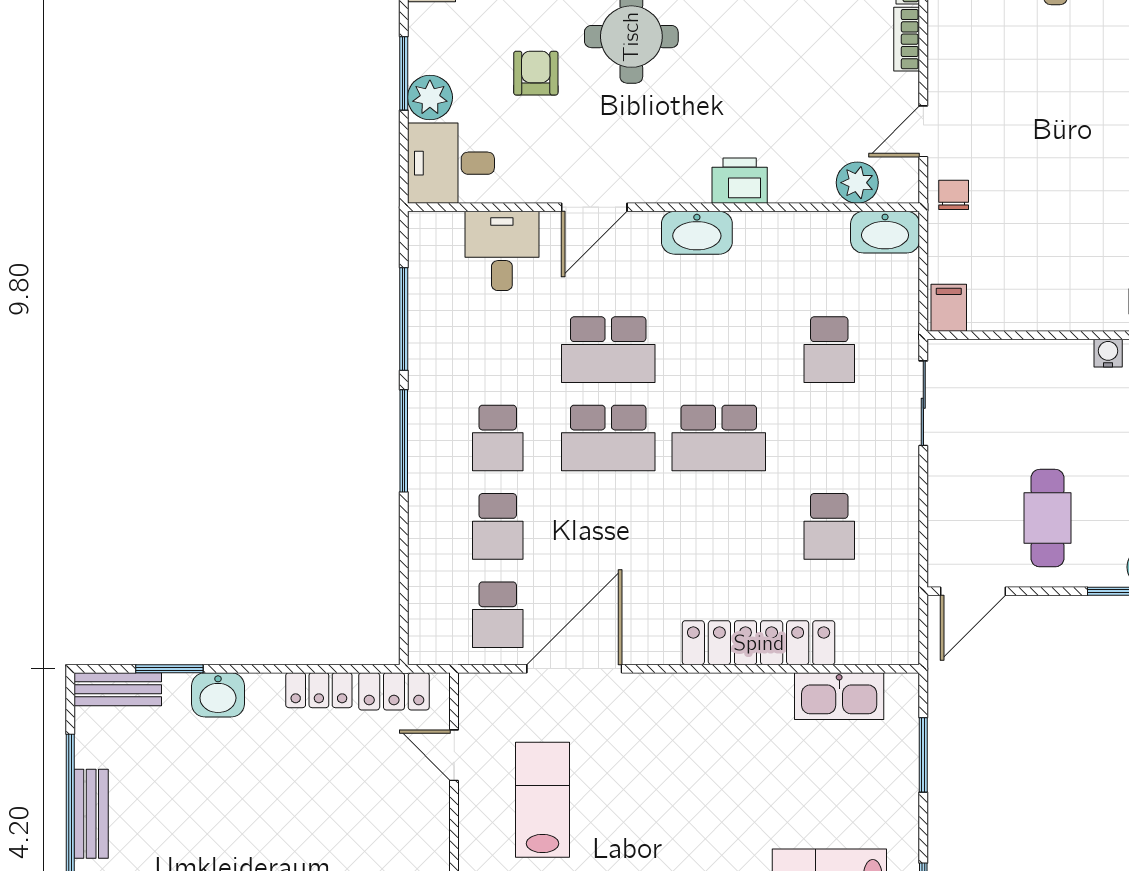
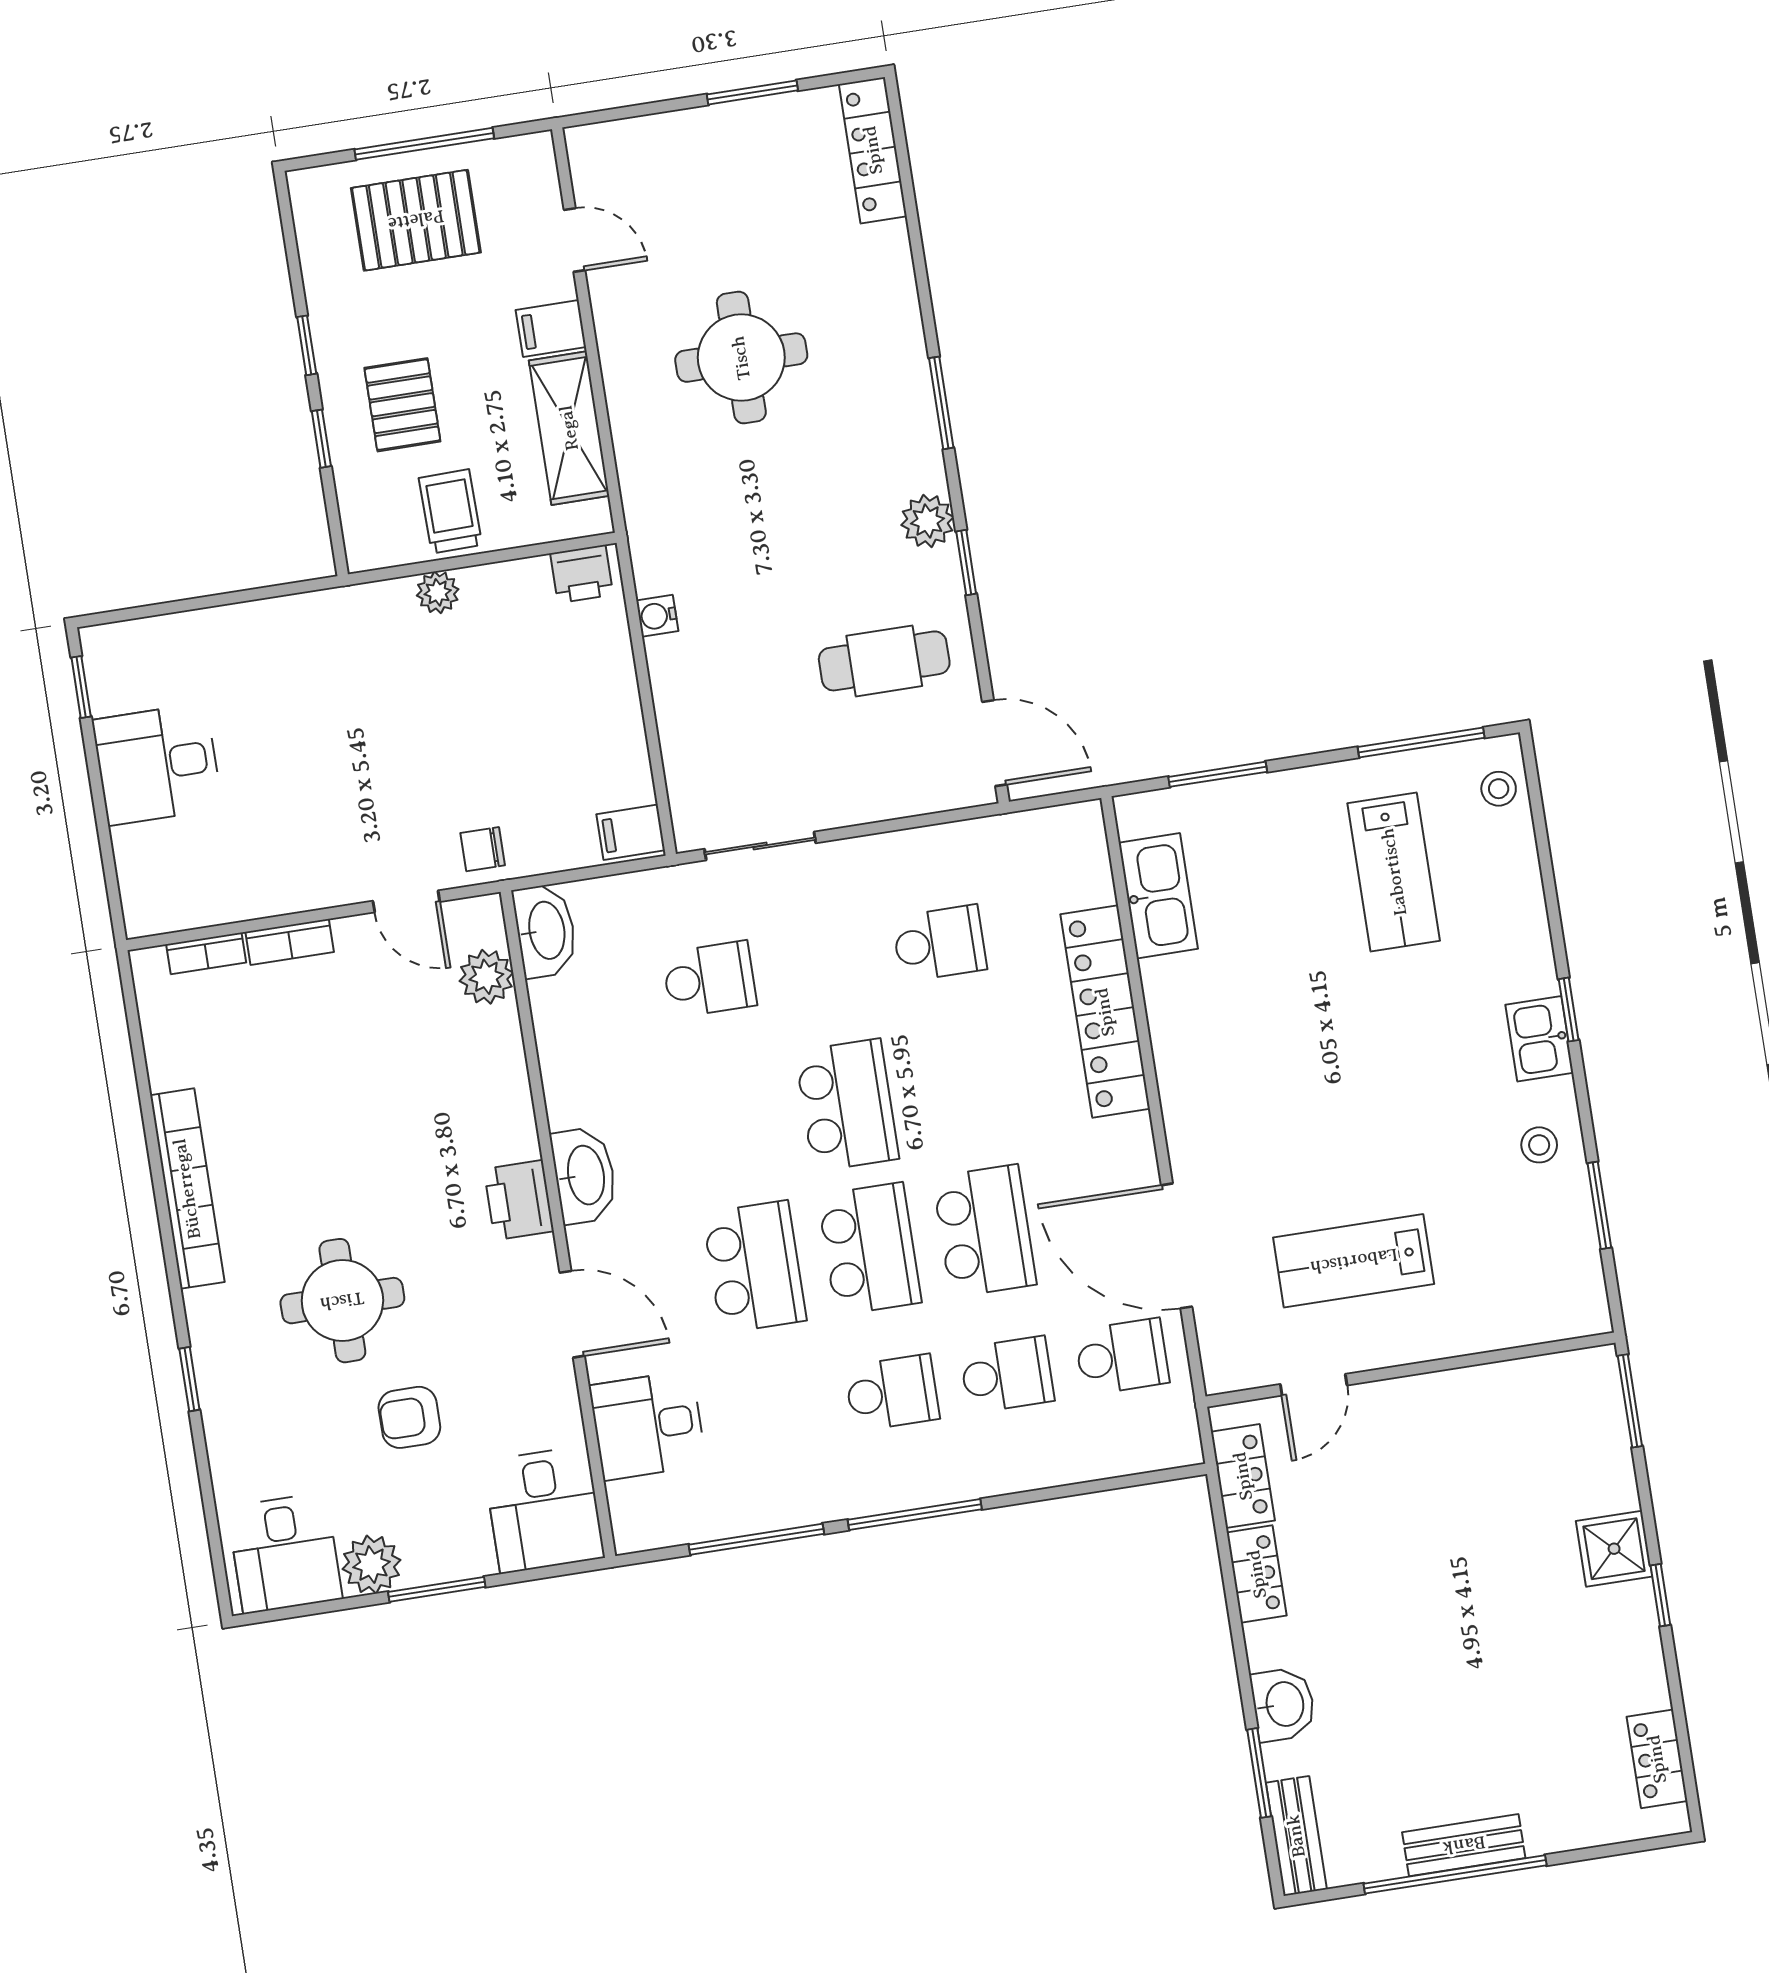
plant: (430, 97) -> (371, 1565), moved
printer: (740, 181) -> (519, 1200), moved
school desk: (608, 526) -> (984, 1231), added

